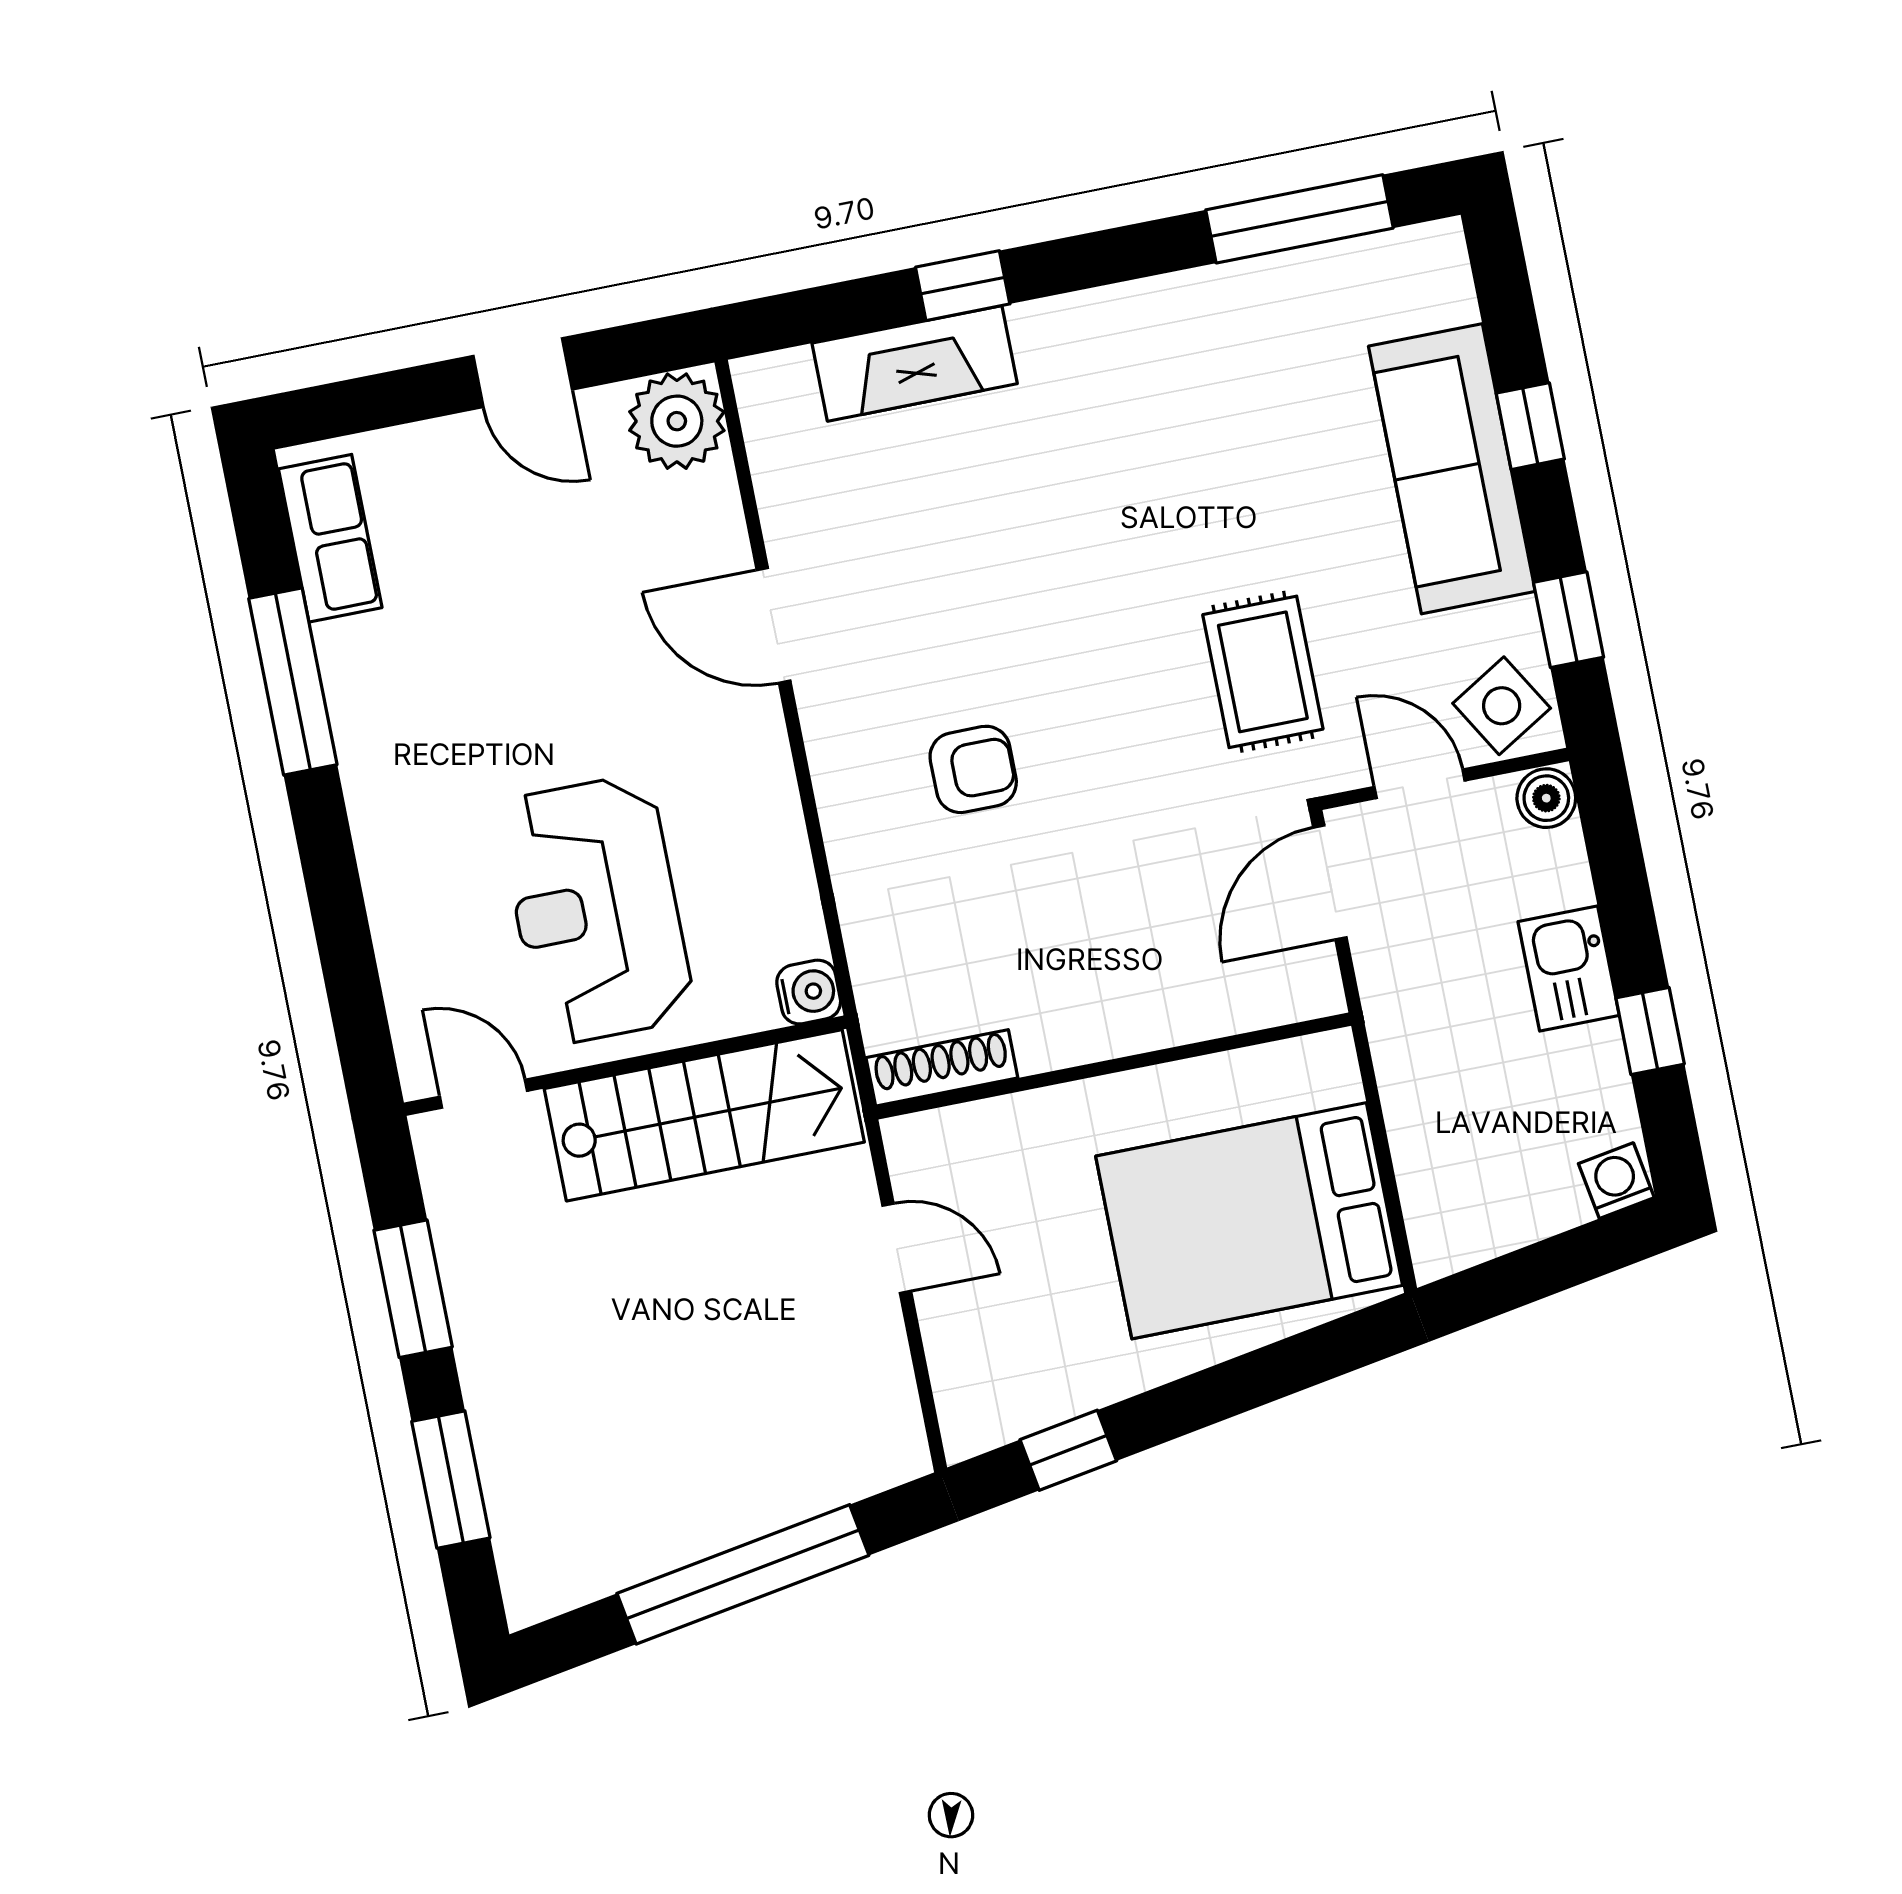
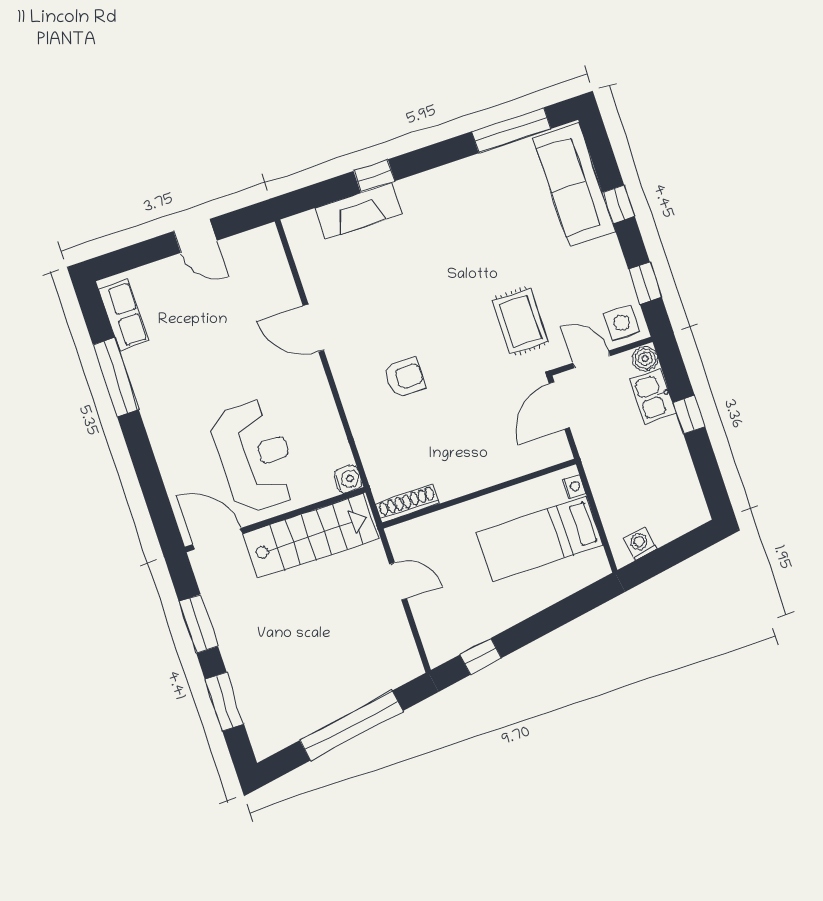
plant: (677, 421) -> (262, 248), removed
sofa: (1452, 469) -> (574, 185), moved
side table: (1502, 706) -> (622, 323), turned 31
reception desk: (596, 910) -> (255, 456), turned 180
kitchen sink: (1569, 969) -> (653, 396), moved
window: (1650, 1031) -> (689, 415), moved
nightstand: (1339, 1078) -> (574, 487), added
door: (483, 1094) -> (217, 539), width x1.38
washing machine: (1616, 1181) -> (640, 544), moved
bed: (1249, 1221) -> (540, 539), width x0.67

